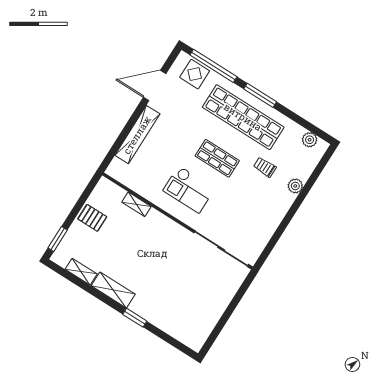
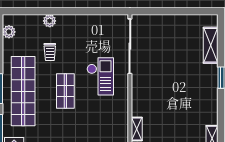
checkout: (189, 189) -> (100, 76), moved
shelving: (113, 290) -> (211, 45), moved

